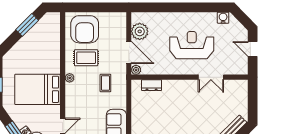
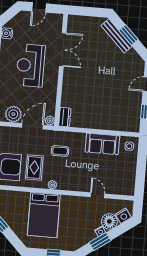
double door: (211, 77) -> (63, 50), width x1.37
dresser: (152, 85) -> (65, 117), moved
bed: (38, 89) -> (44, 215), moved

